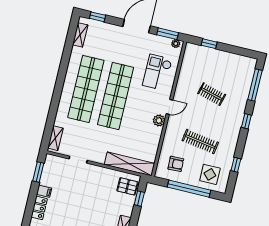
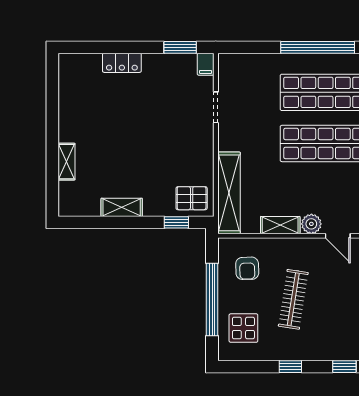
window: (57, 92) -> (318, 47), added
shelving: (55, 138) -> (280, 225), moved
window: (236, 165) -> (290, 367), moved
pallet: (127, 186) -> (192, 198), turned 90
filing cabinet: (44, 191) -> (206, 64), moved

